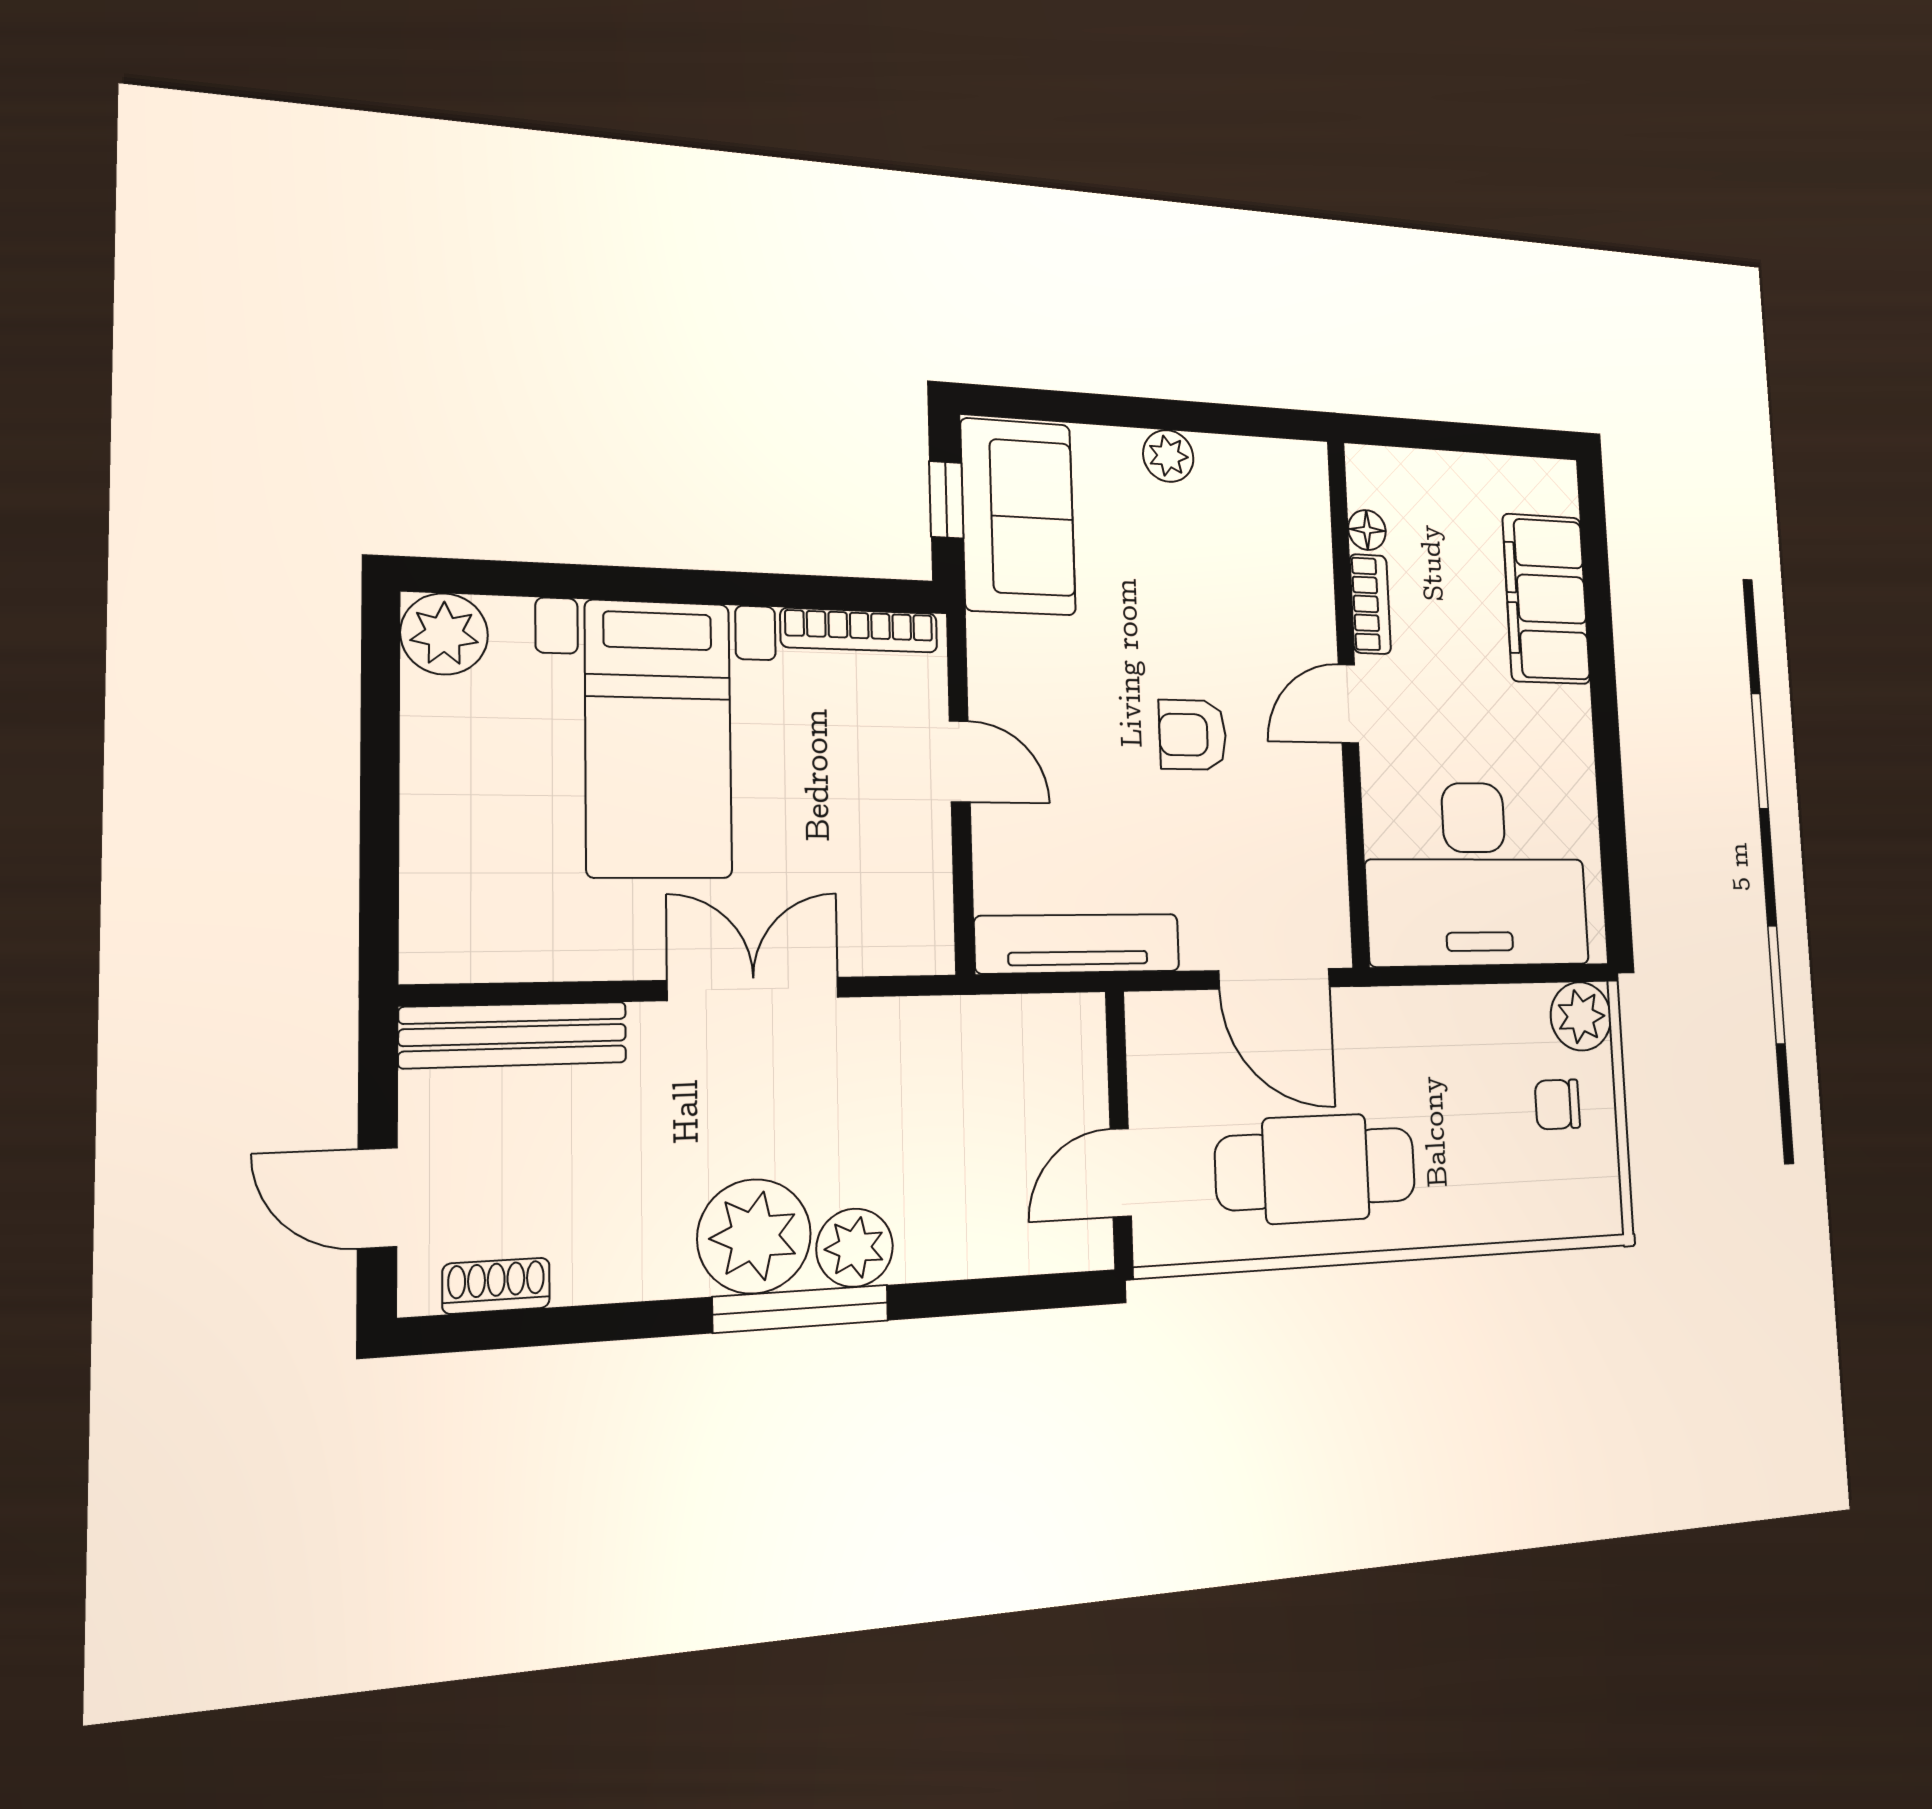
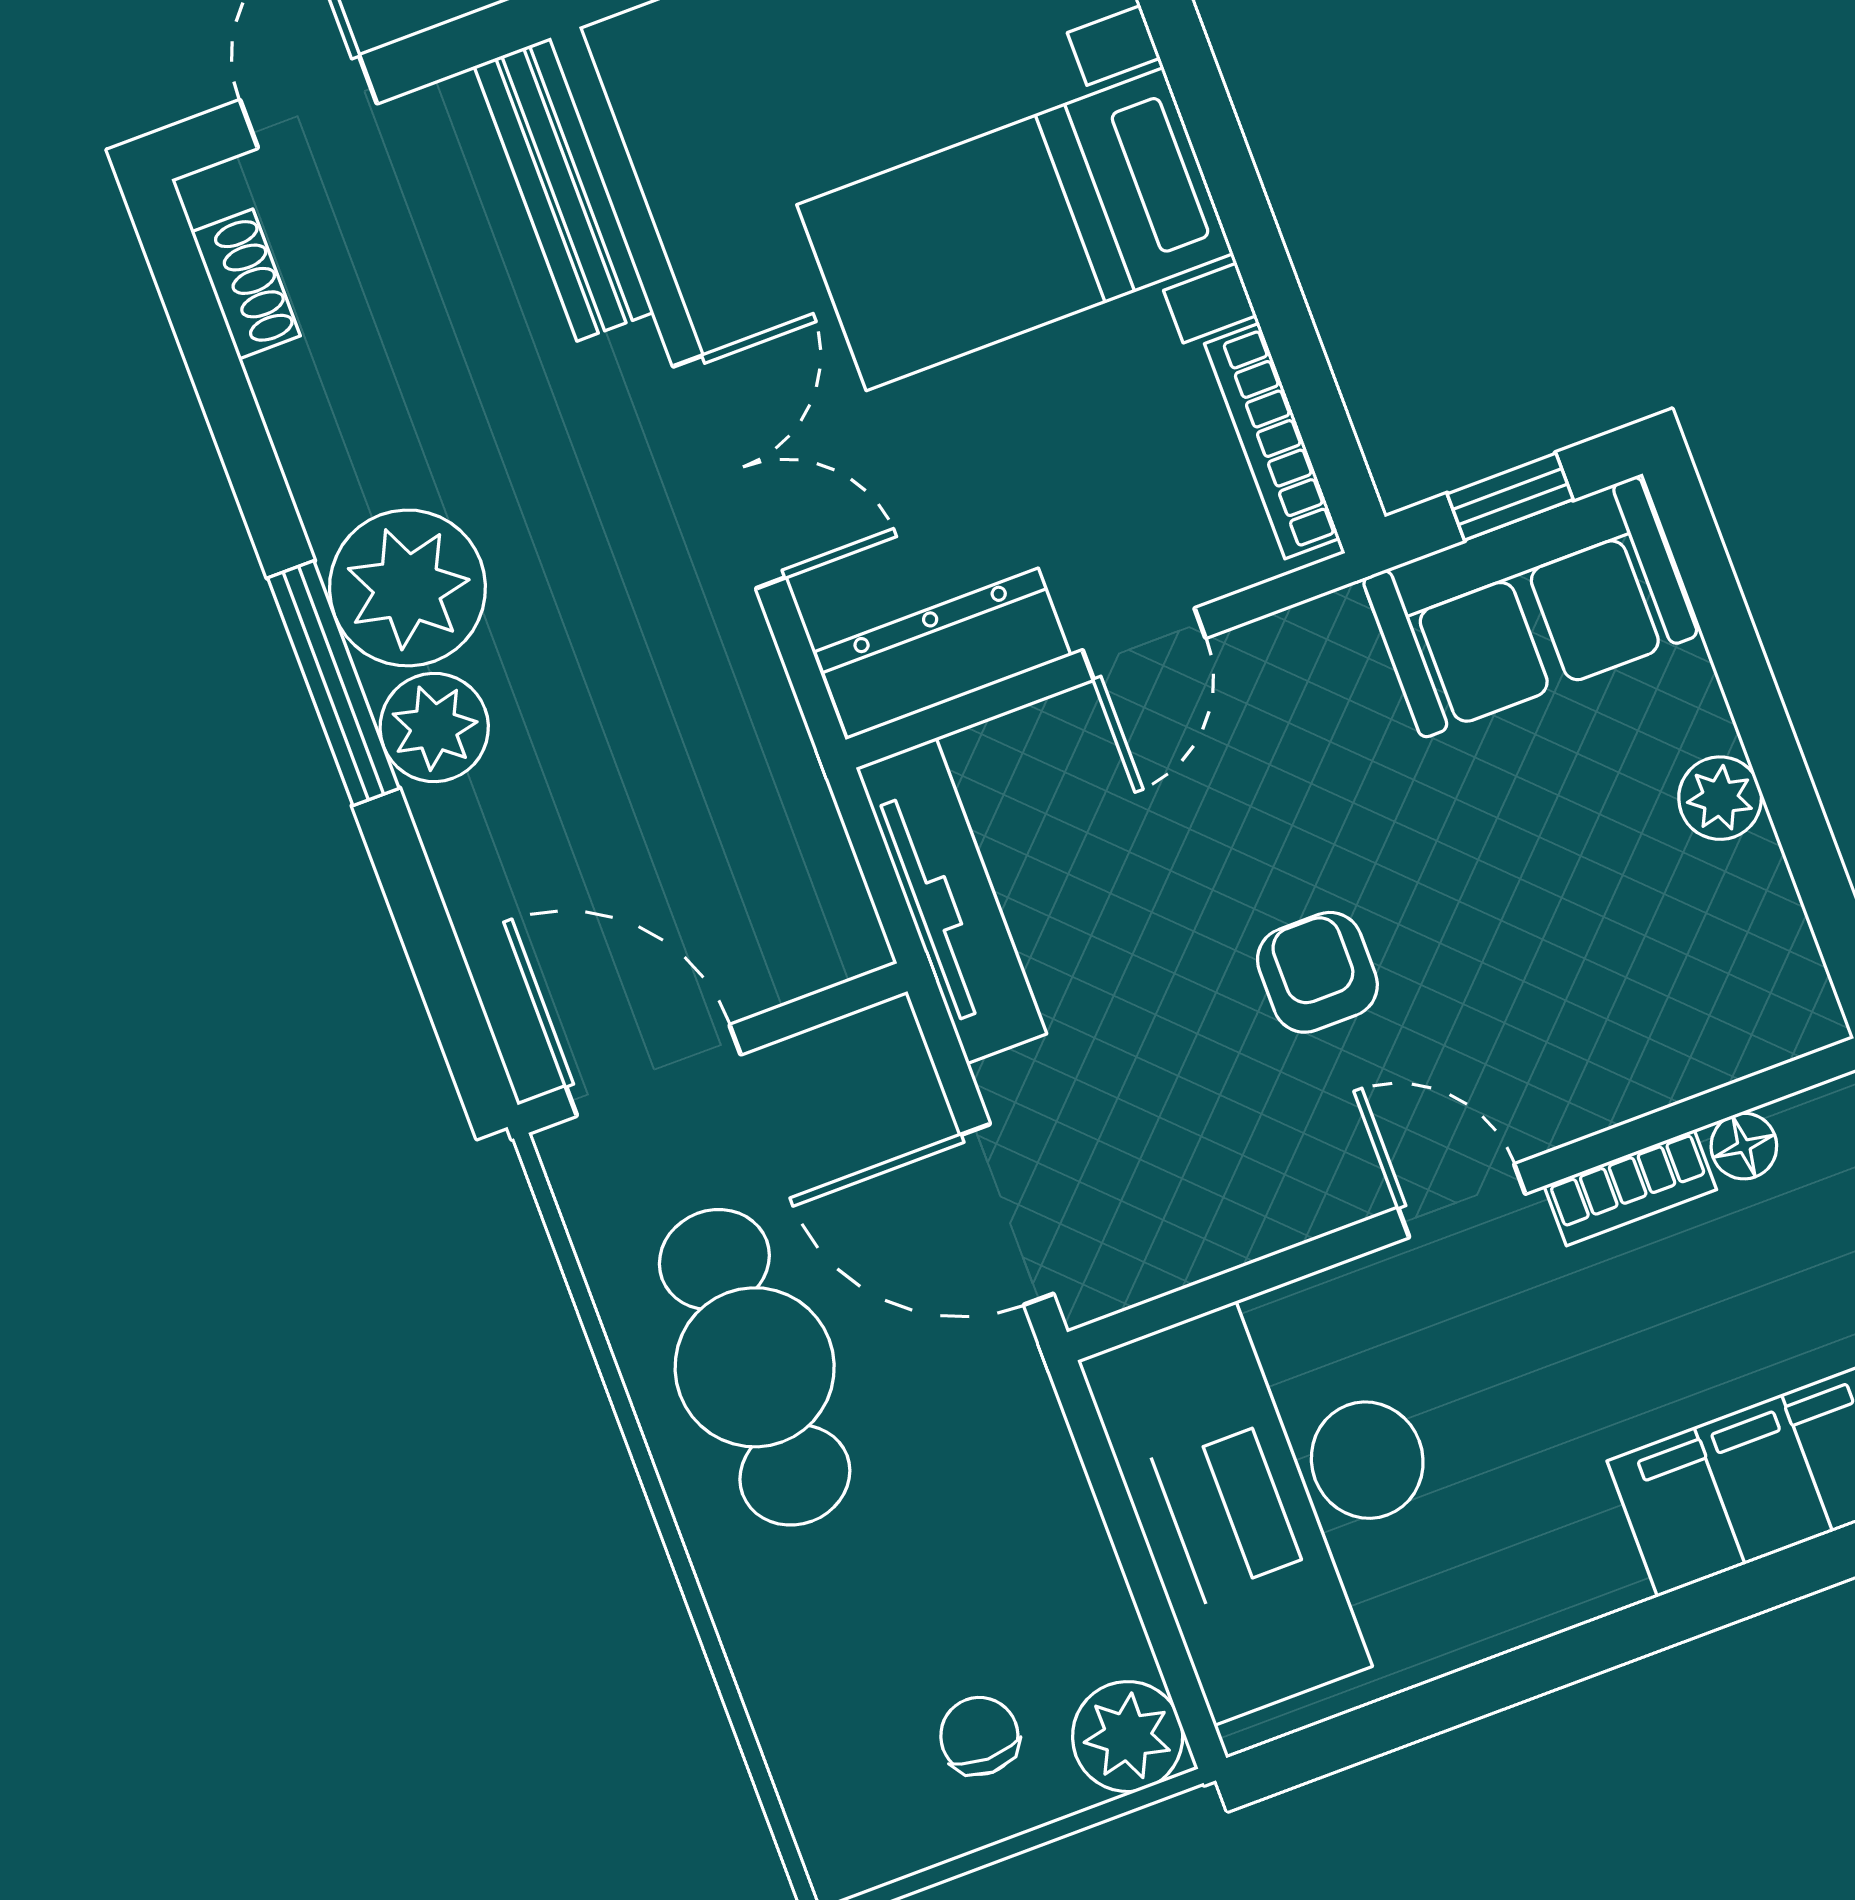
dresser: (922, 891) -> (943, 654), added
door: (1274, 979) -> (1007, 1214), hinge flipped
door: (1121, 1173) -> (653, 1070), width x1.38

